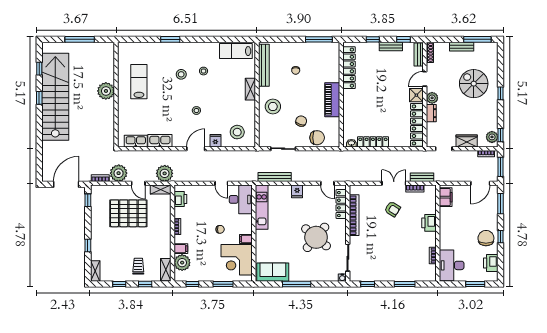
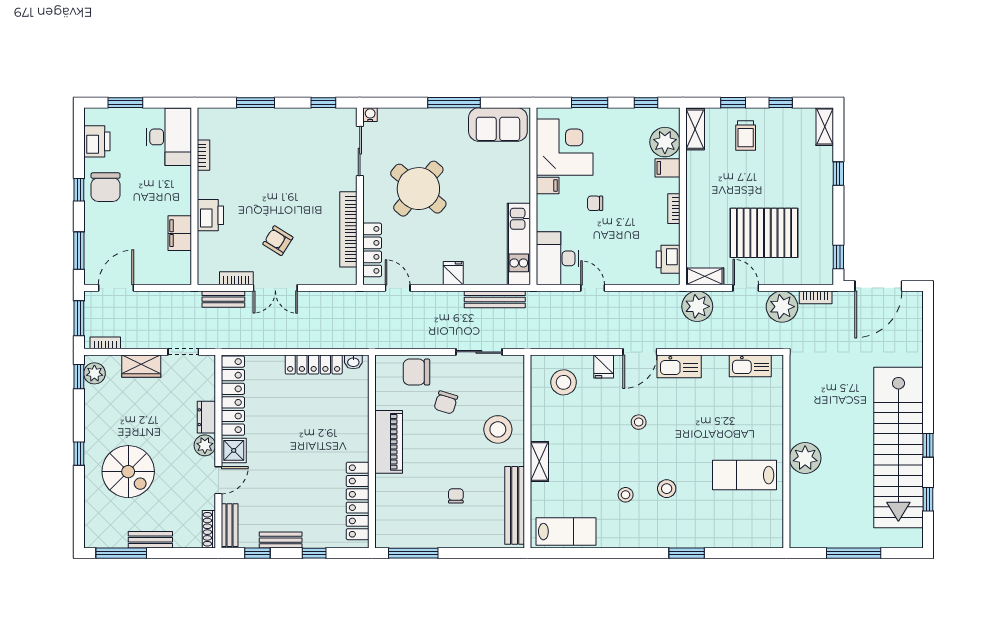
lab bench: (139, 82) -> (744, 475), turned 90
kitchen sink: (160, 141) -> (679, 366), moved
filing cabinet: (446, 197) -> (180, 233), moved

